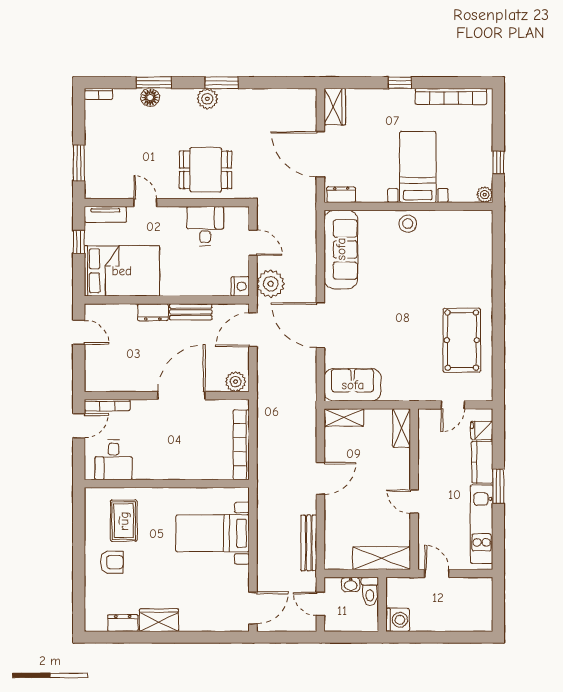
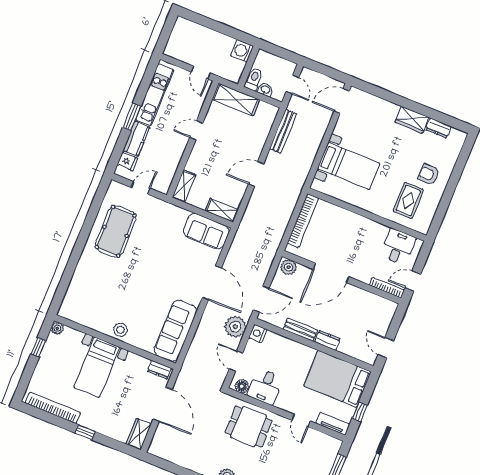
floor lamp: (234, 215) -> (242, 386), added
door: (414, 502) -> (196, 130), swing flipped

